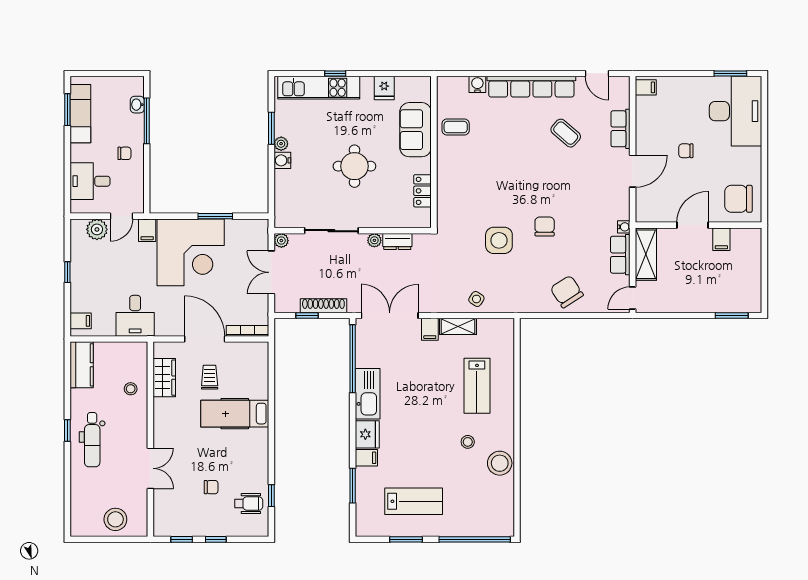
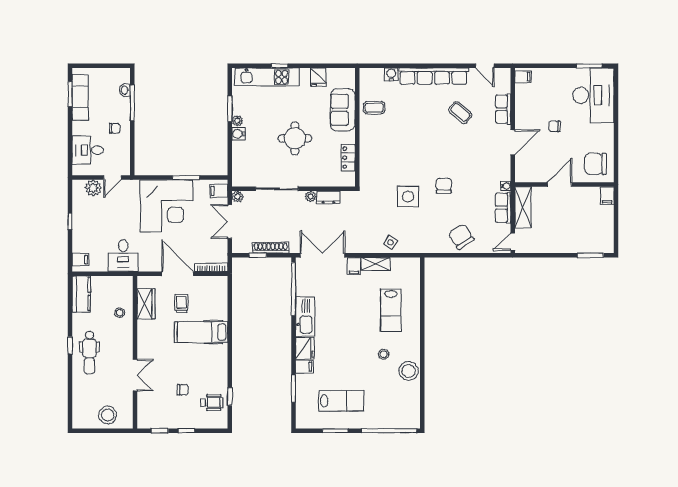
filing cabinet: (147, 230) -> (219, 191), moved, turned 90
filing cabinet: (721, 239) -> (607, 196), moved

